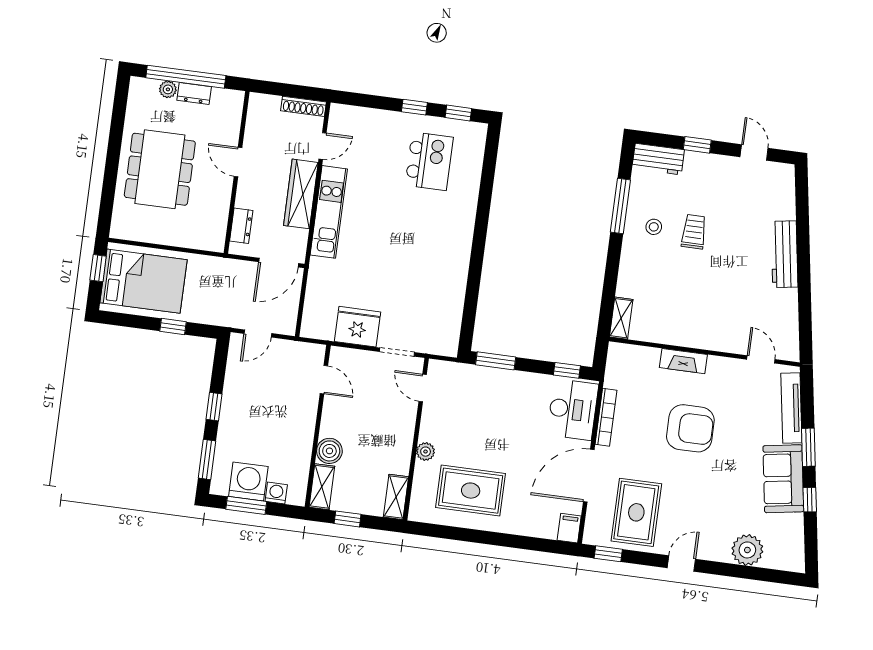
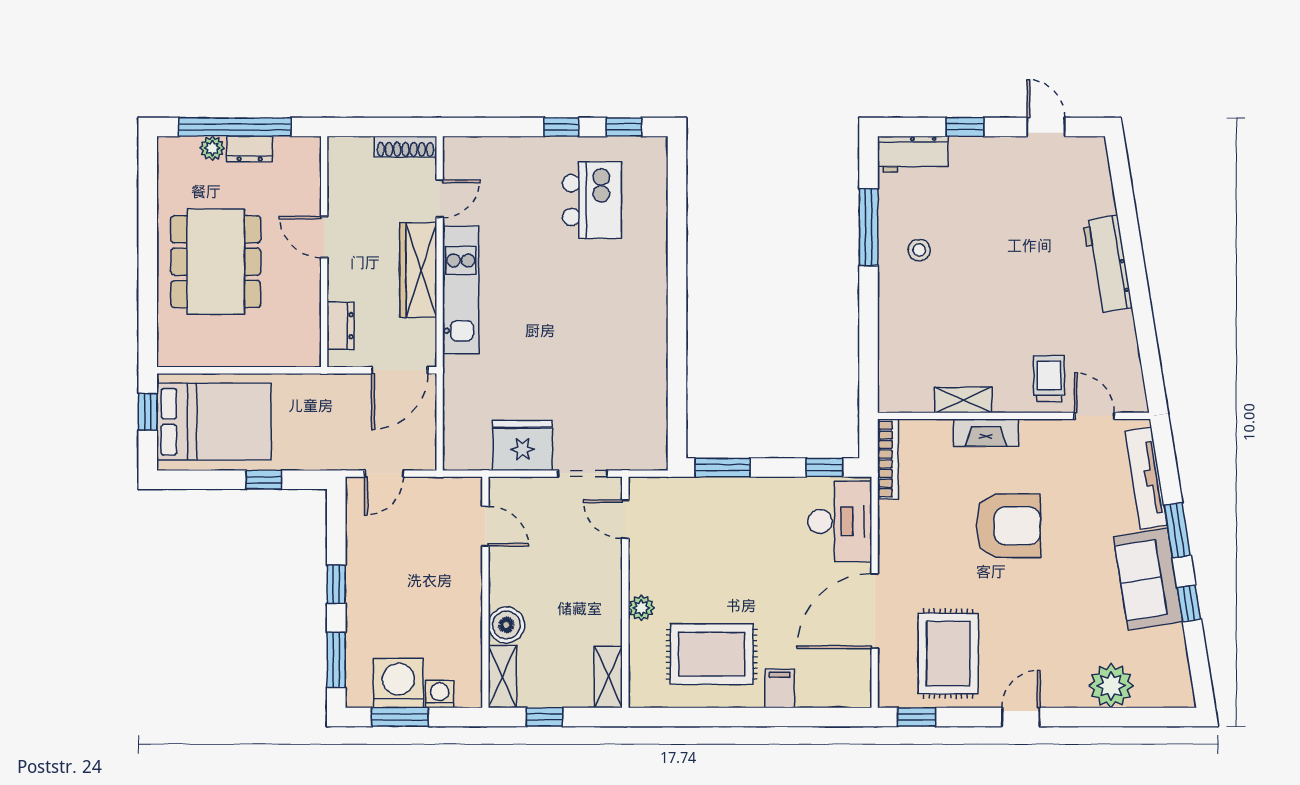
trolley: (694, 232) -> (1049, 379), moved
shelving: (621, 318) -> (963, 400), moved, turned 90
bookcase: (606, 417) -> (888, 459), moved
filing cabinet: (569, 528) -> (780, 688), moved

